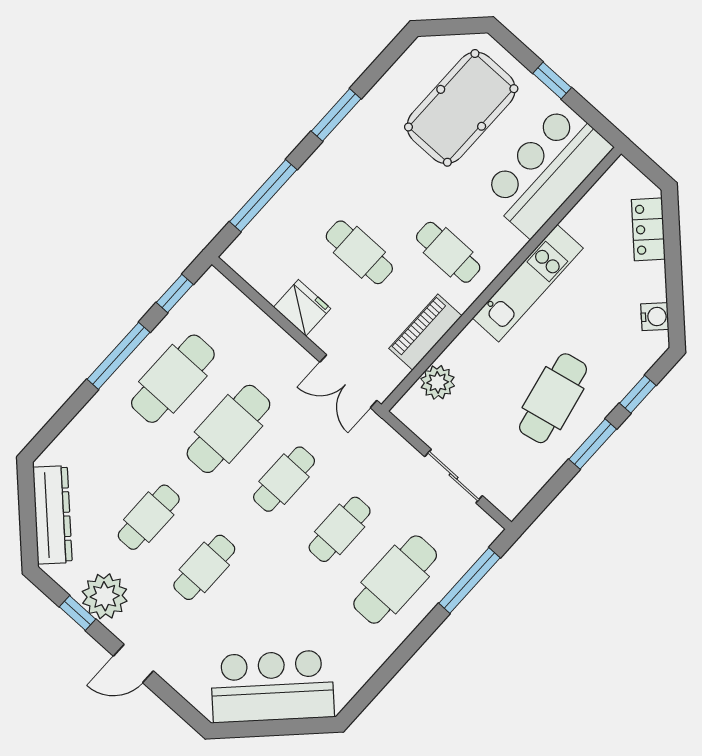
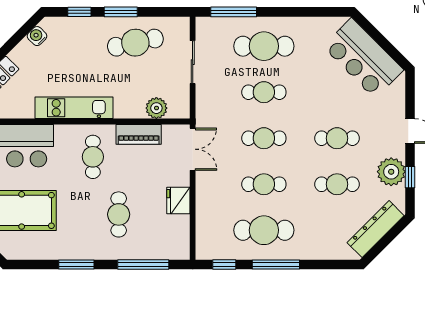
cafe table: (359, 252) -> (119, 214), moved
cafe table: (553, 398) -> (135, 43), moved
cafe table: (228, 429) -> (264, 184), width x0.73, depth x0.74

